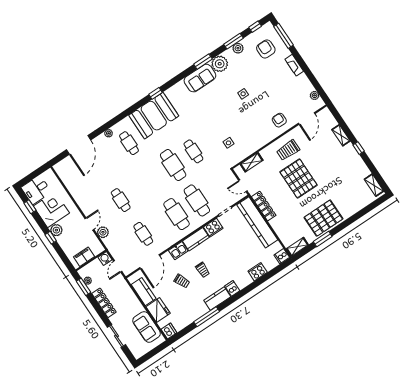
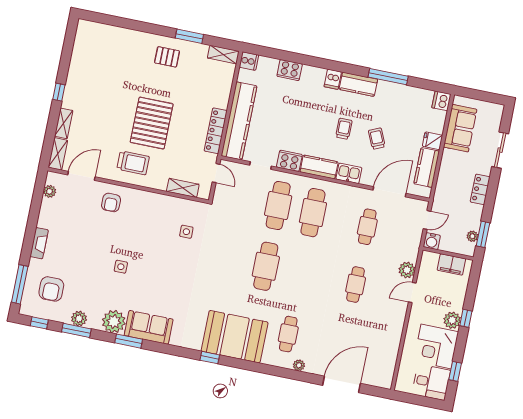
cafe table: (193, 151) -> (231, 259), removed
shelving: (374, 185) -> (58, 154), moved
pallet: (323, 218) -> (167, 57), width x0.49, depth x0.50
locker: (104, 303) -> (480, 189), width x0.66
fridge: (158, 310) -> (432, 141), width x0.53, depth x0.75

